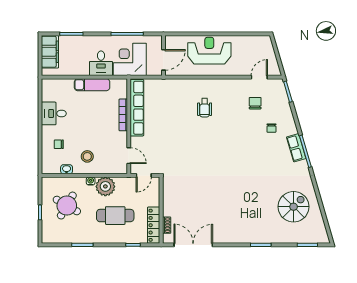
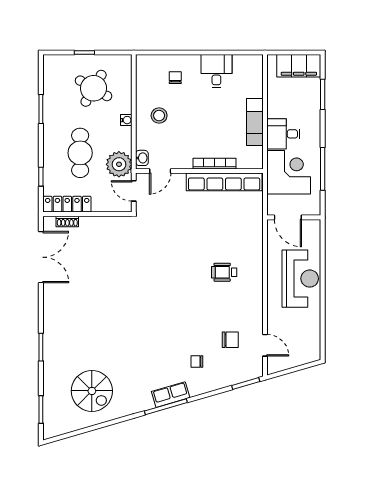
washbasin: (67, 169) -> (142, 158), moved
plant: (105, 186) -> (119, 164), moved

